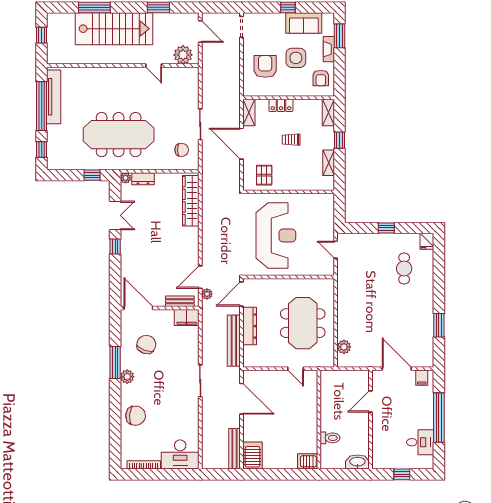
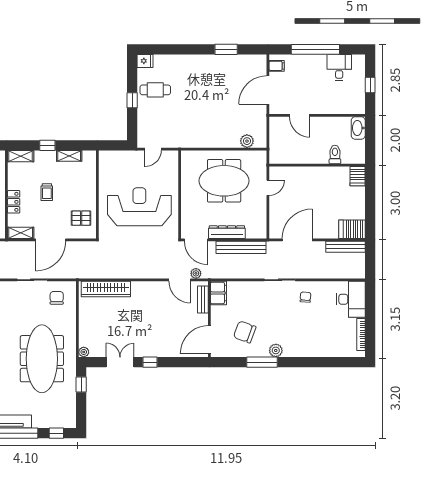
dresser: (143, 179) -> (85, 335), removed
cafe table: (404, 269) -> (155, 90), moved
chair: (136, 416) -> (305, 297), moved, width x0.54, depth x0.54

